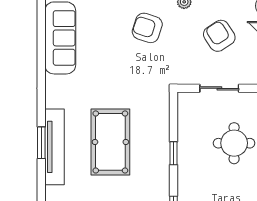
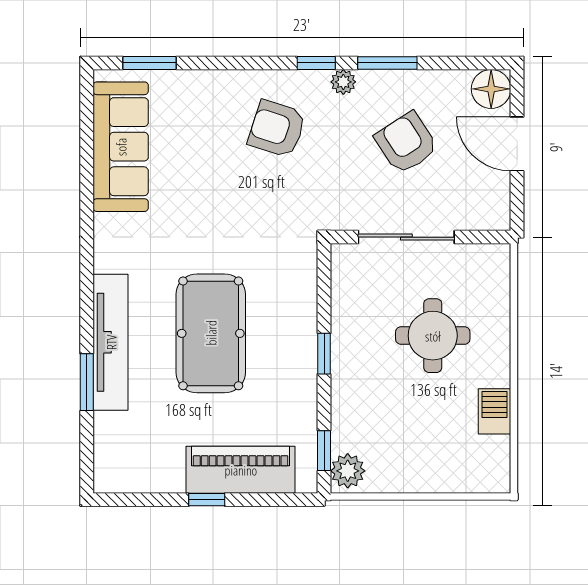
sliding door: (219, 88) -> (406, 237), width x1.37
window: (41, 143) -> (87, 382), moved

